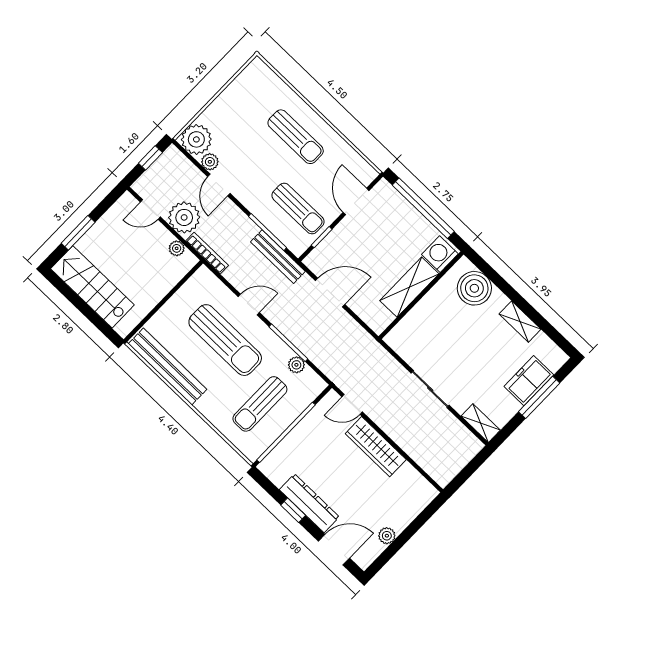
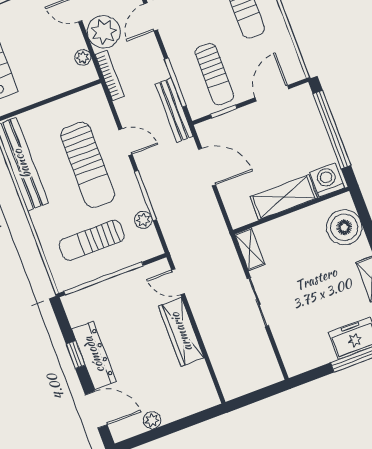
shelving: (481, 423) -> (250, 249), moved

